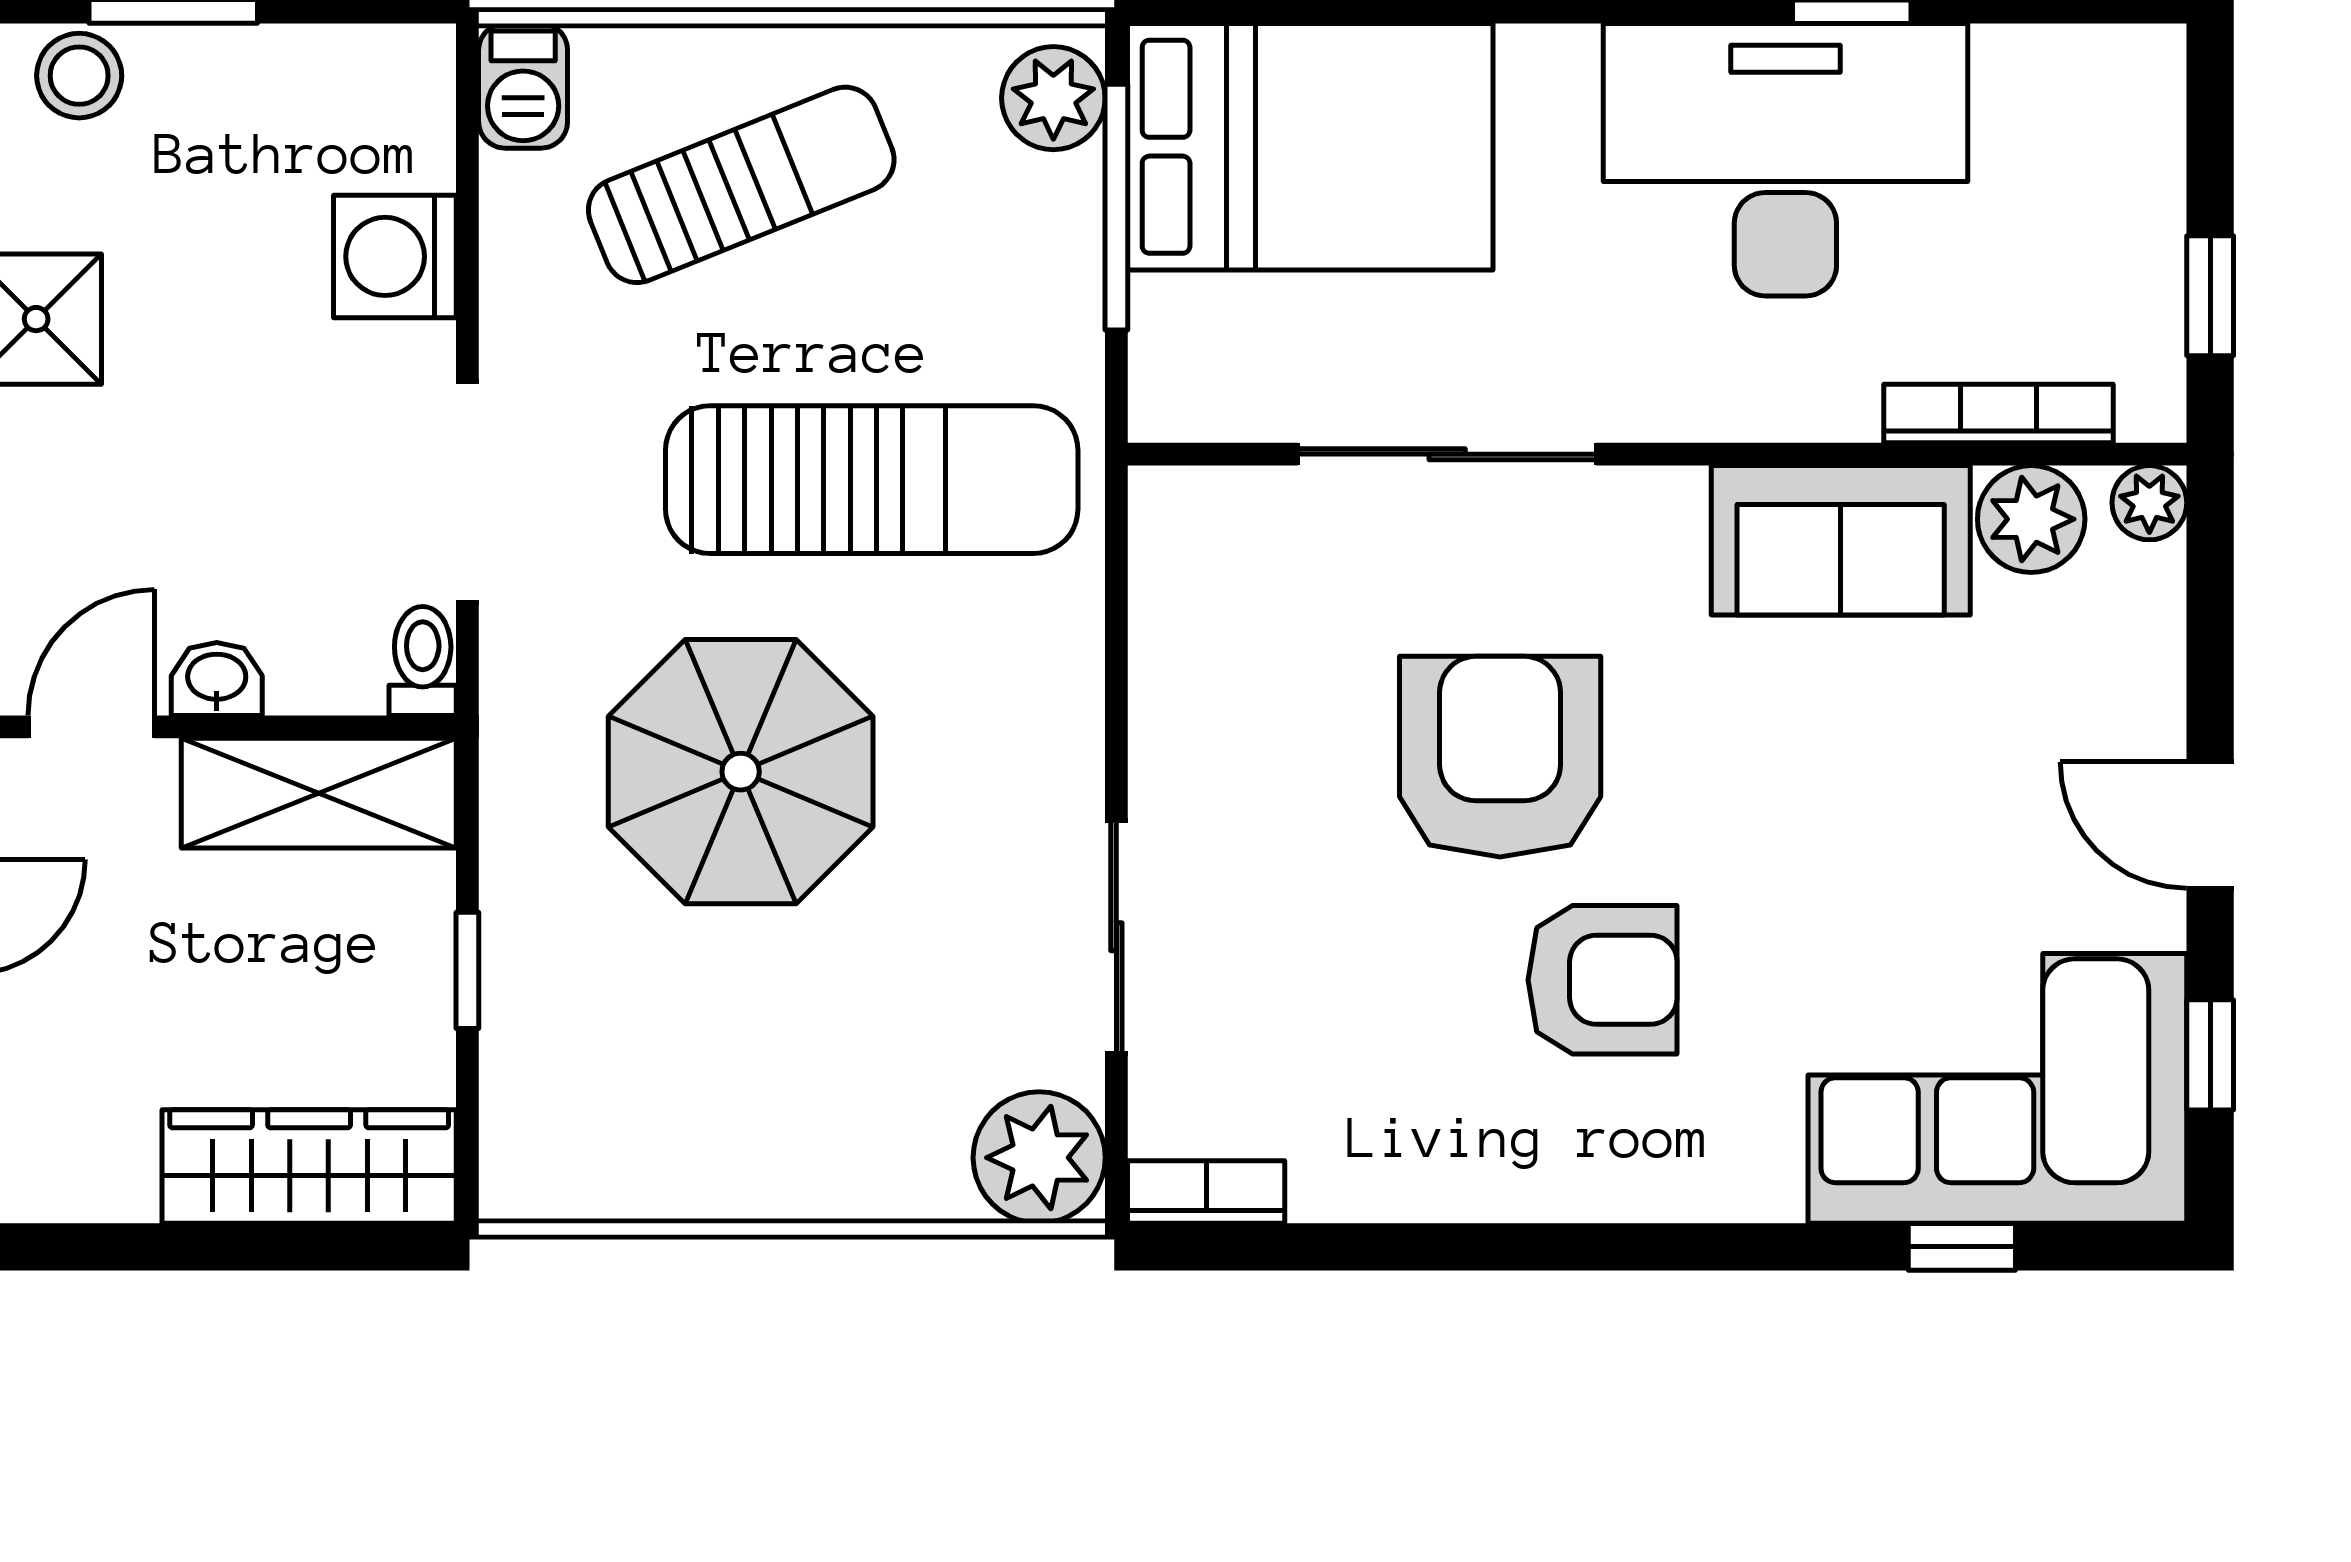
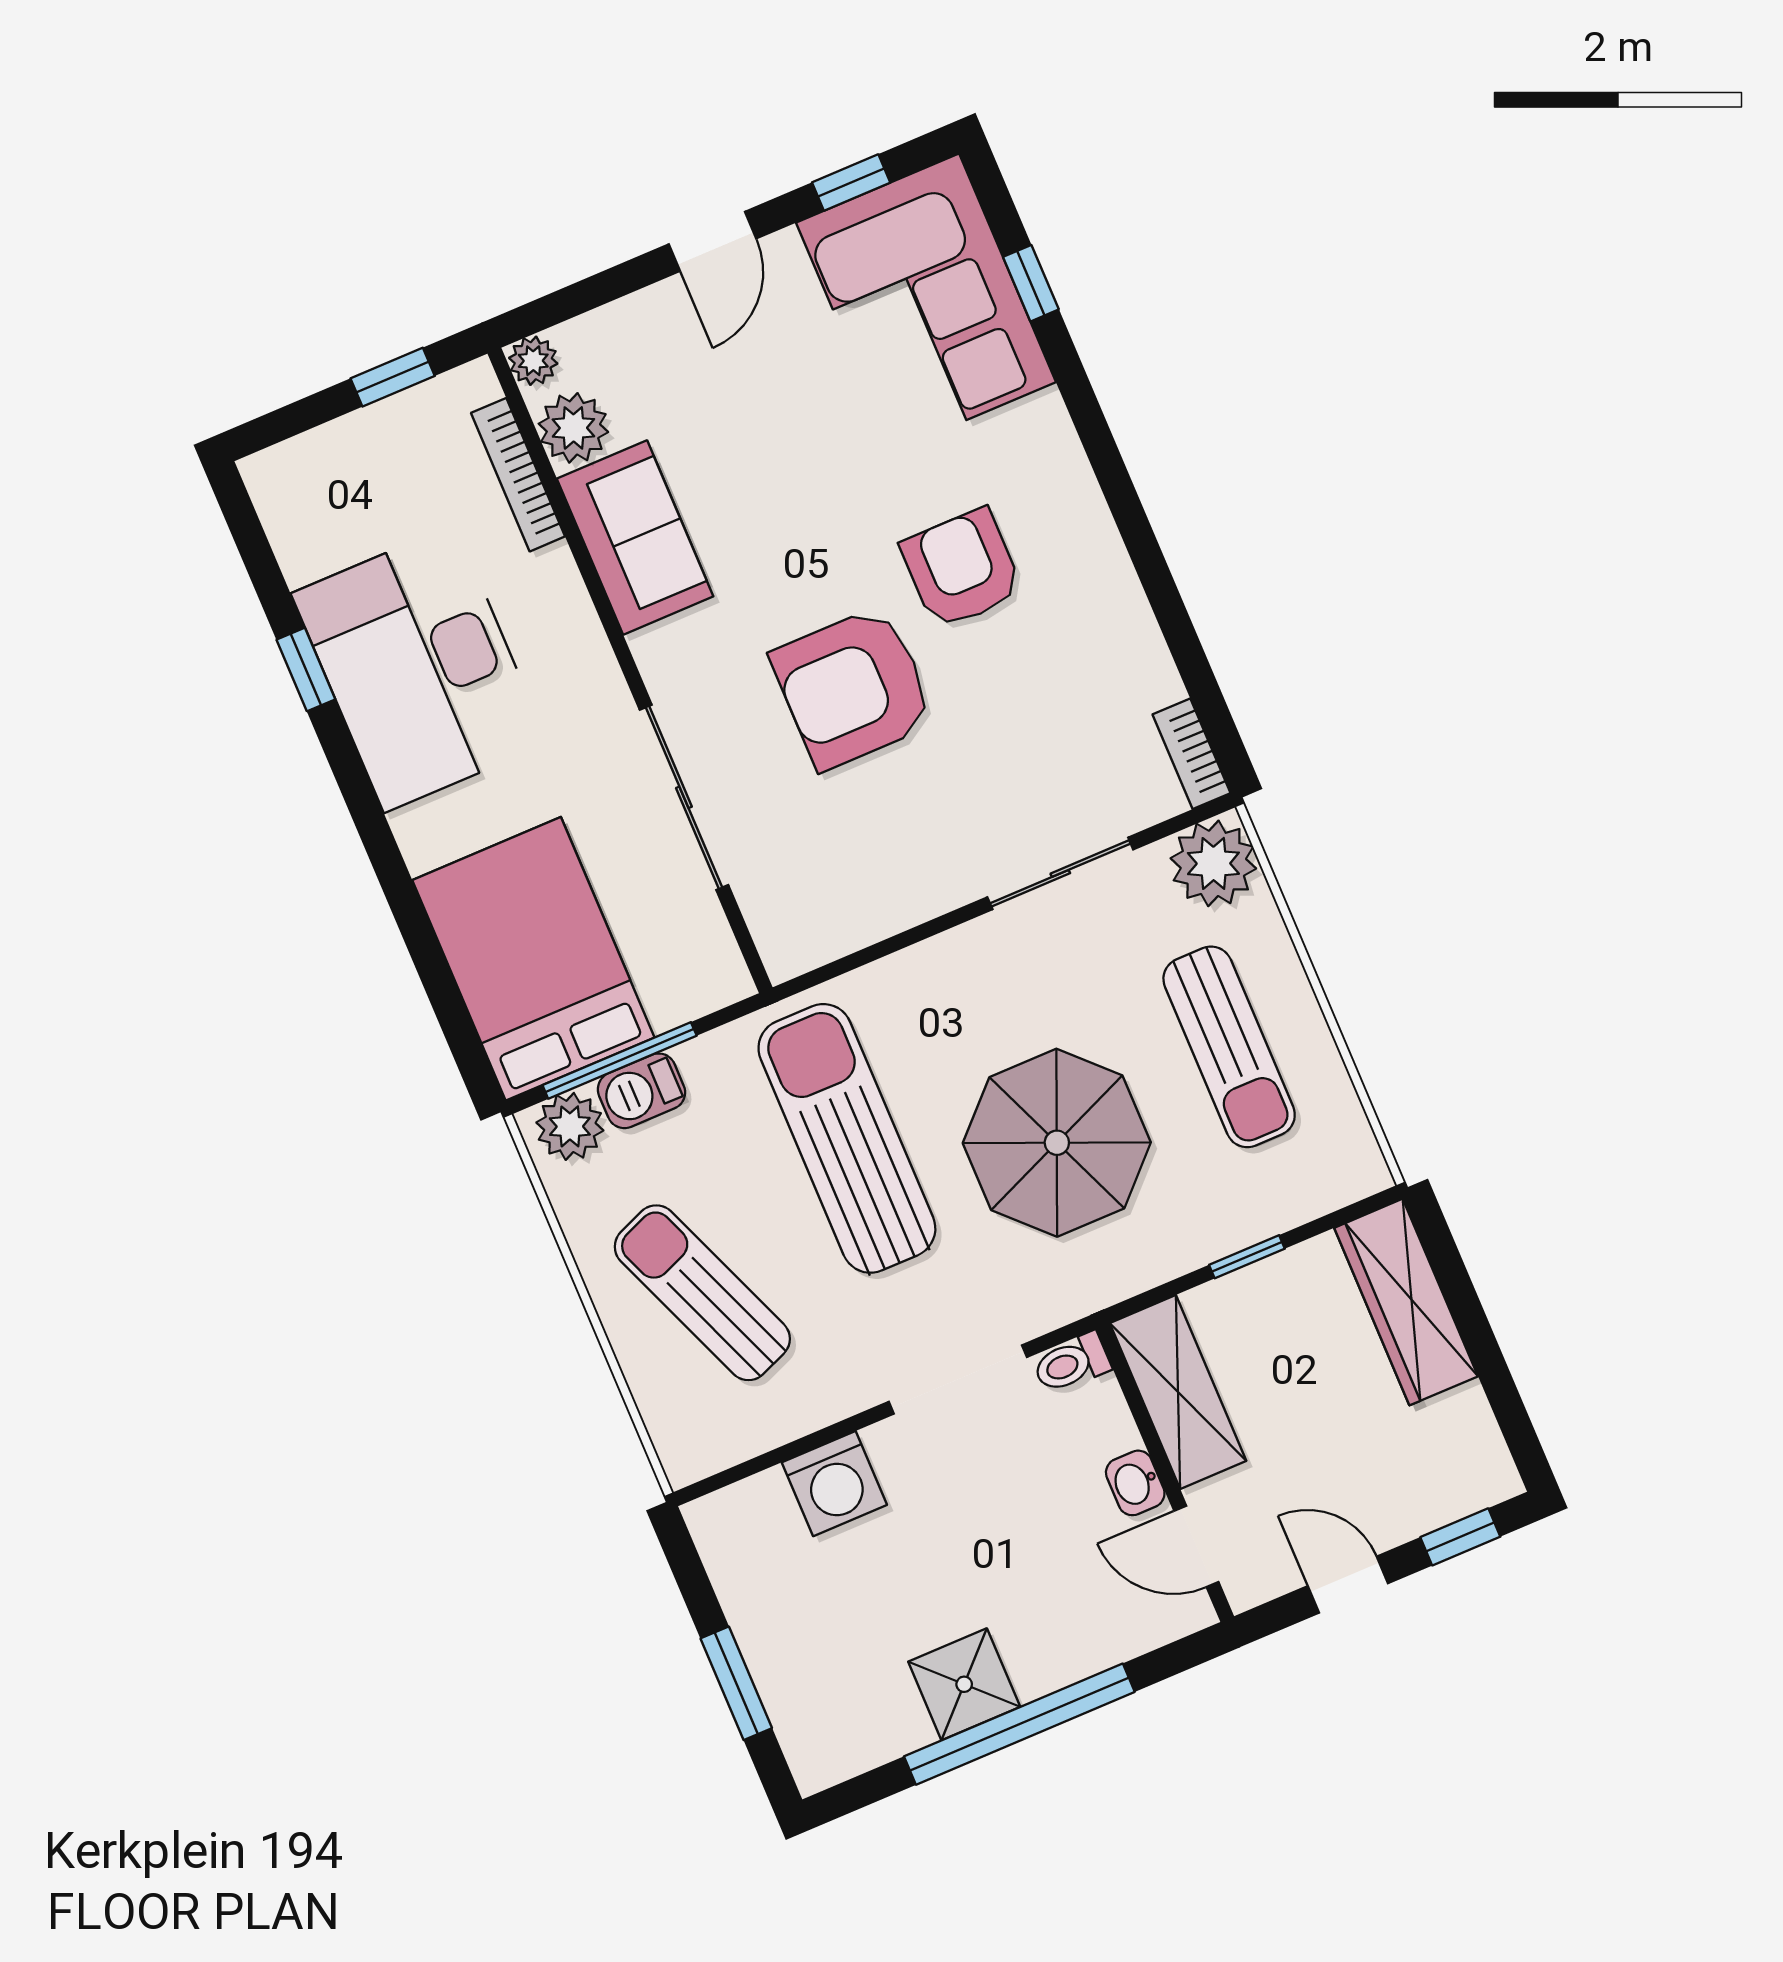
stool: (79, 76) -> (806, 1721), removed
barbecue: (523, 86) -> (641, 1091), moved, turned 180
sun lounger: (772, 1070) -> (1229, 1047), added

